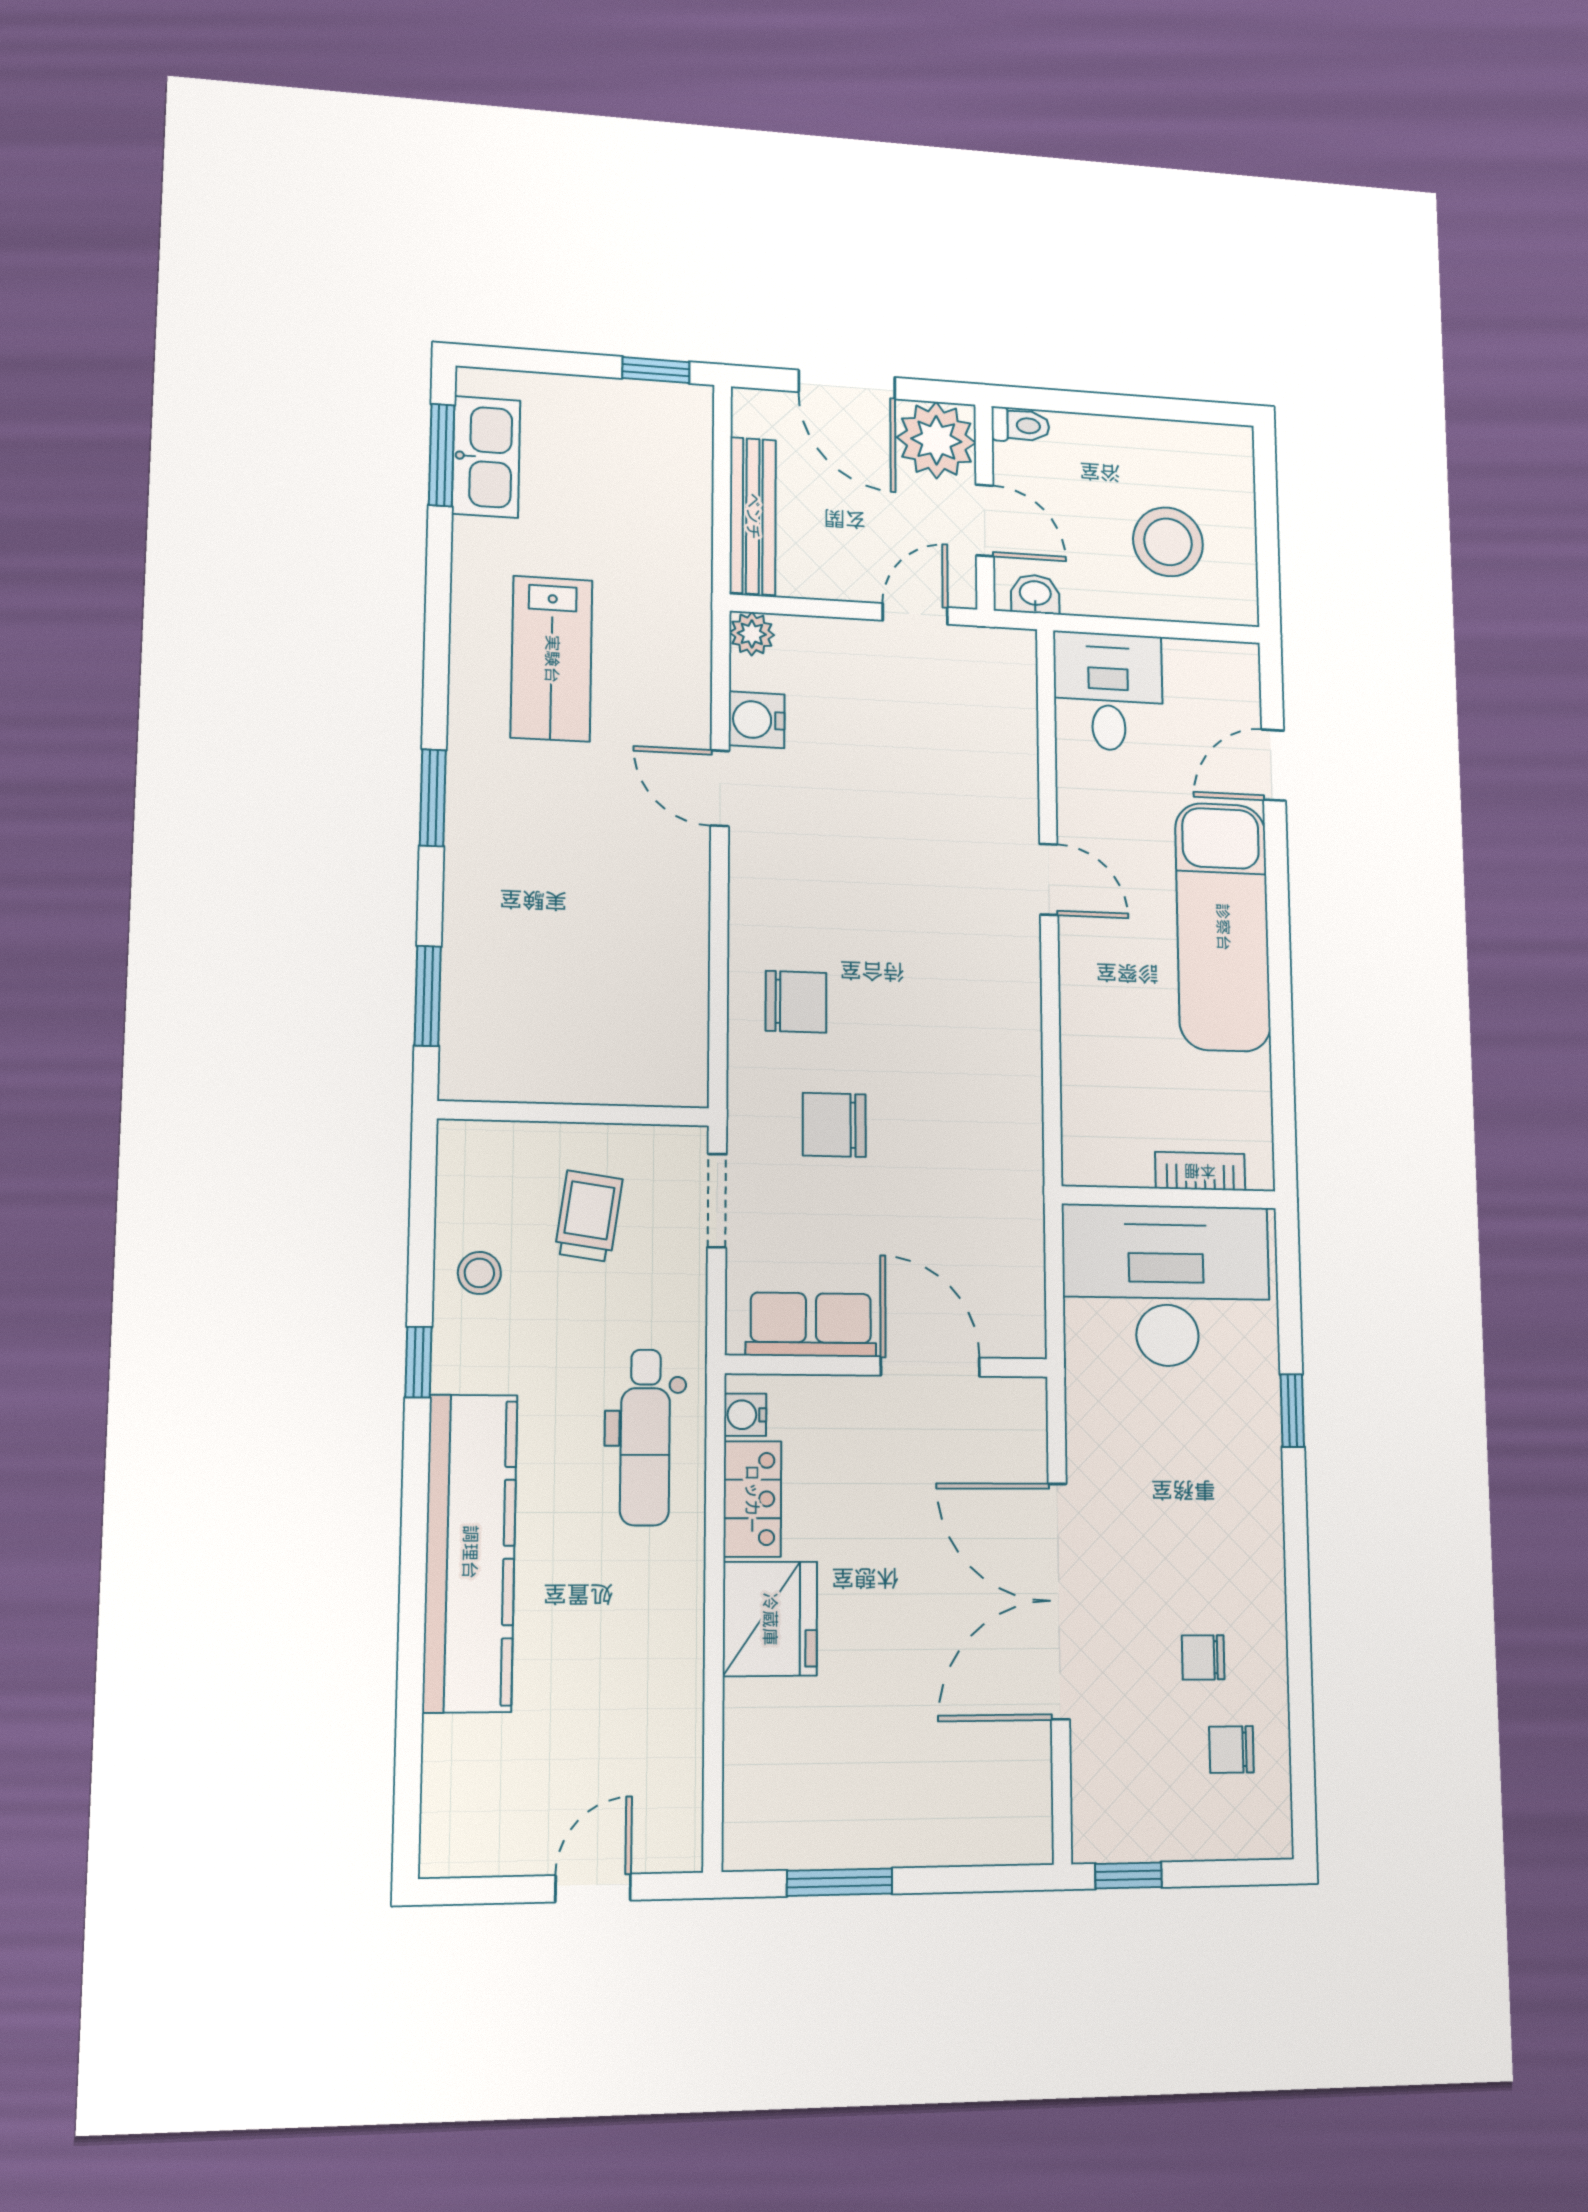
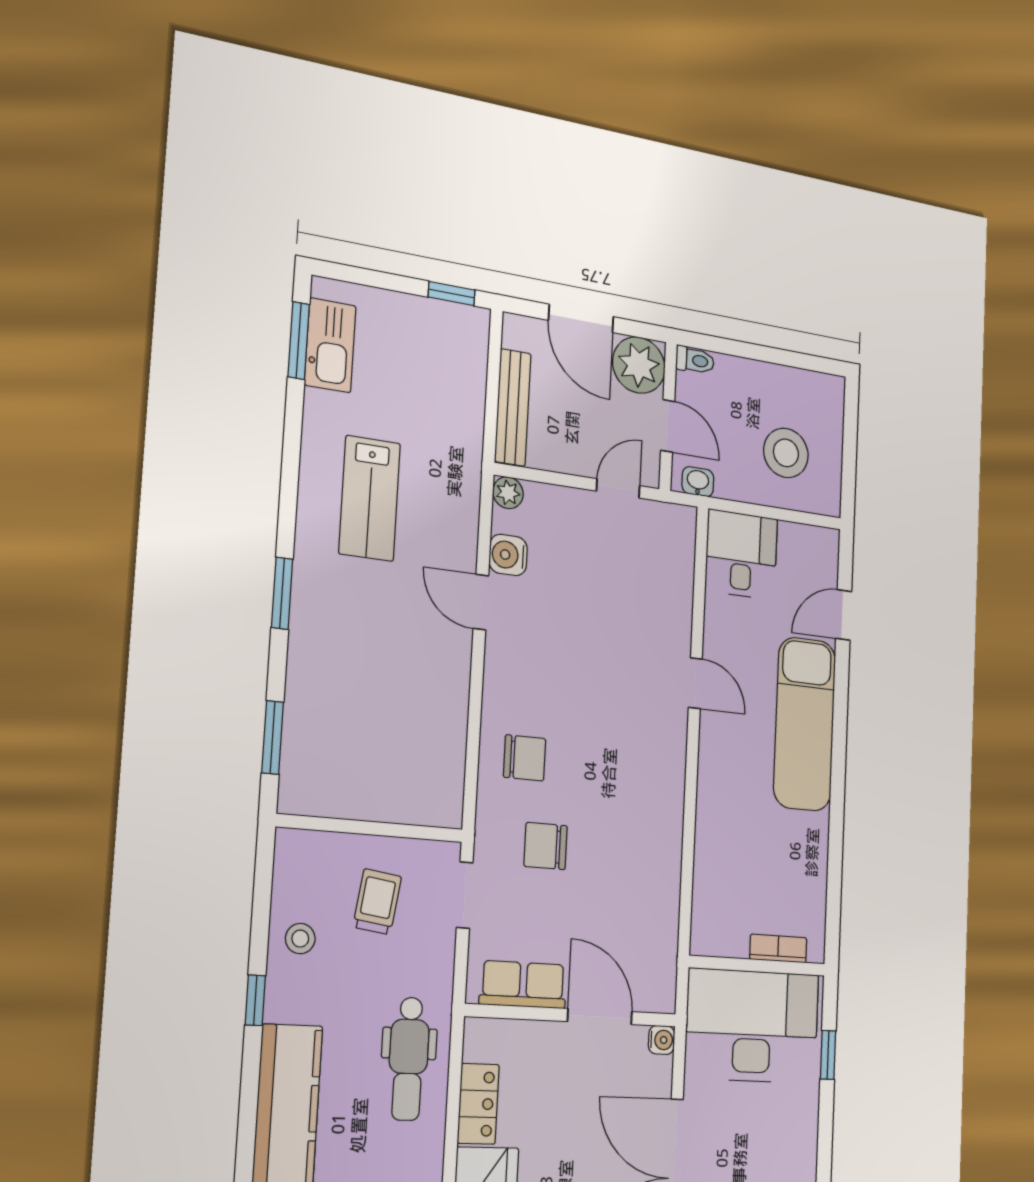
bookcase: (1200, 1171) -> (778, 948), moved
wall: (1169, 1197) -> (757, 966), moved
desk: (1166, 1285) -> (752, 1026), moved
water cooler: (745, 1415) -> (662, 1040), moved, turned 180

